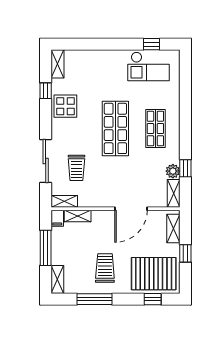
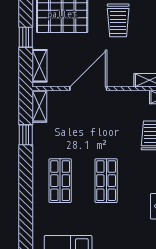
shop shelf: (115, 128) -> (106, 181), width x0.70, depth x0.74
plant: (173, 171) -> (40, 132), removed

